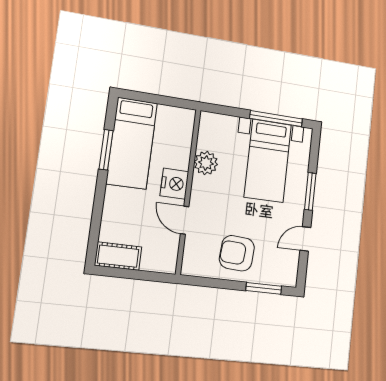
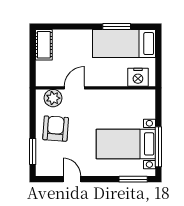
plant: (206, 163) -> (53, 98), moved
nightstand: (174, 184) -> (138, 77), moved
window: (310, 191) -> (133, 179), moved

